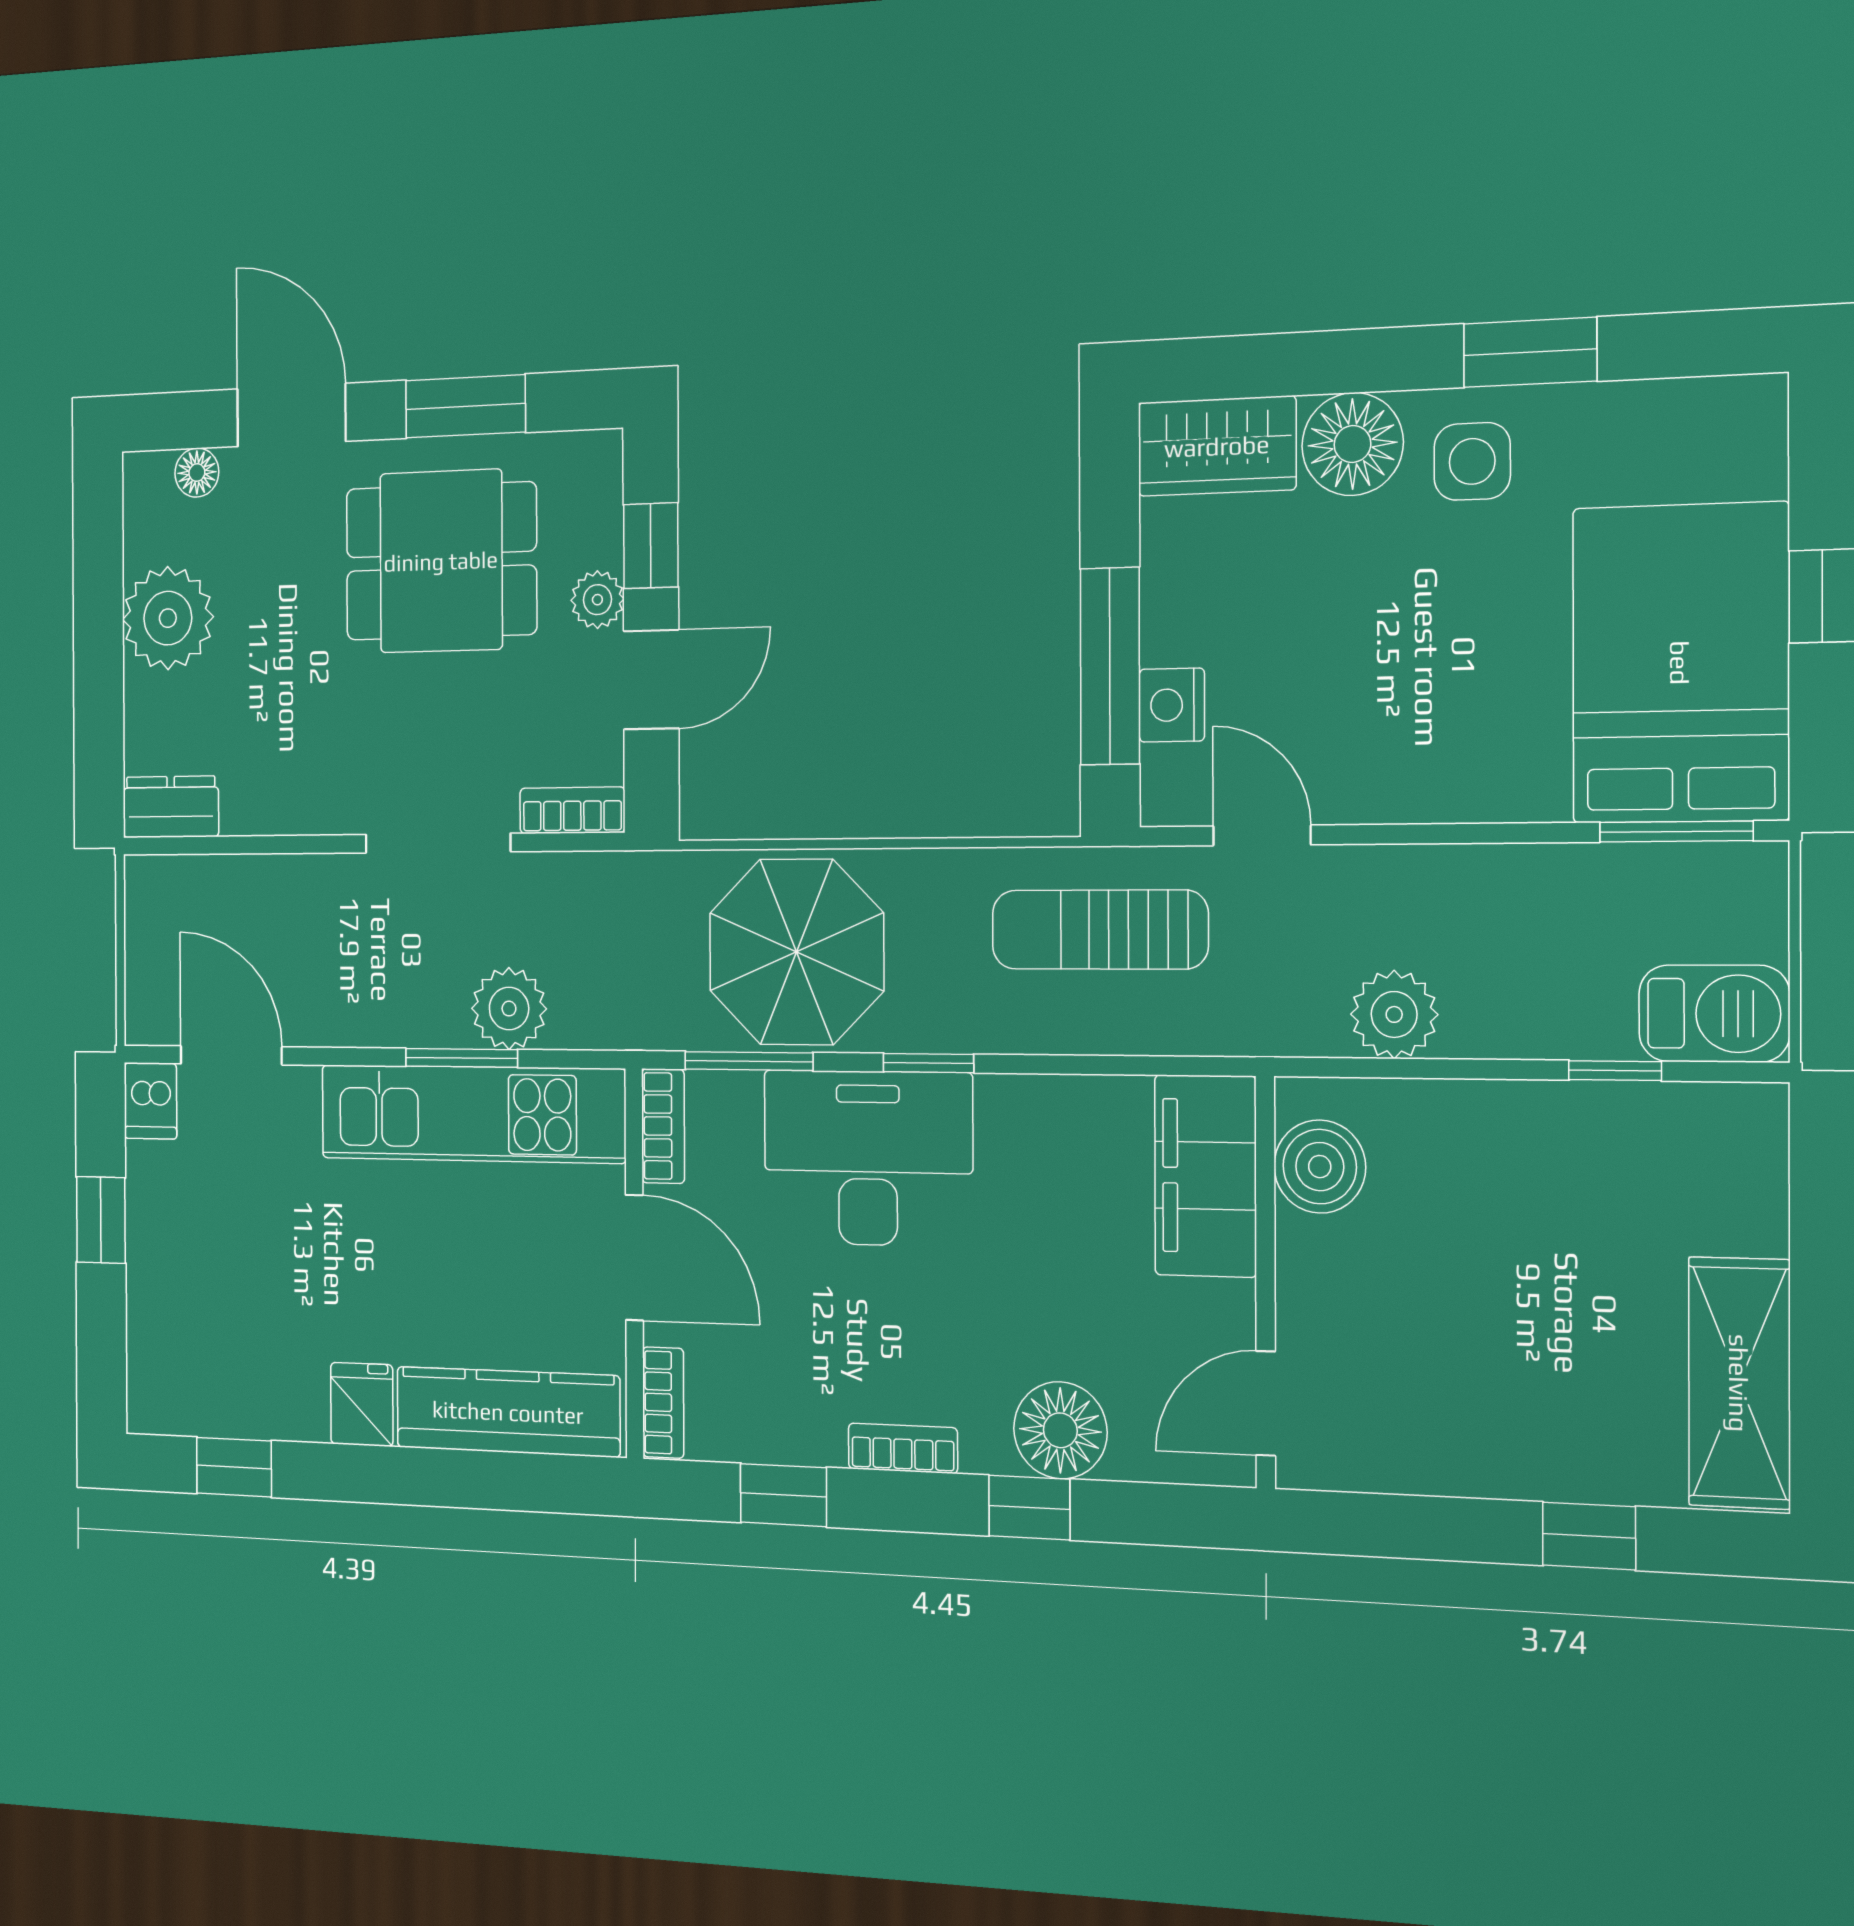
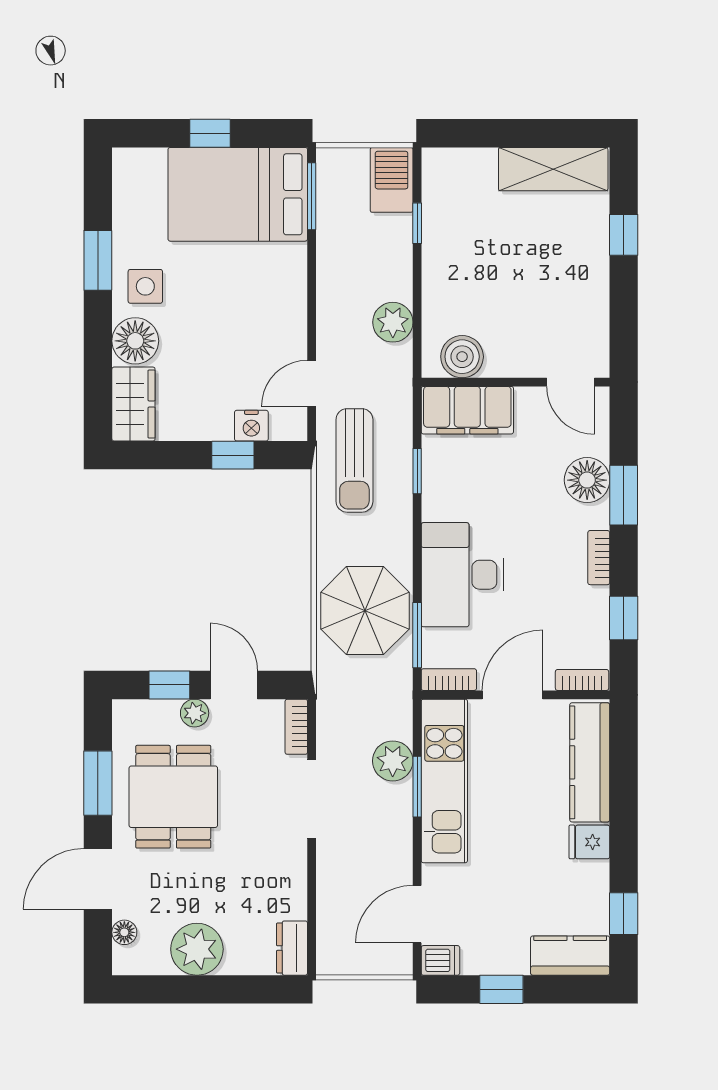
window: (1110, 666) -> (233, 455), width x0.46
window: (928, 1063) -> (417, 471), moved
kitchen counter: (160, 1357) -> (570, 956), added
window: (1029, 1508) -> (624, 495), width x1.50

